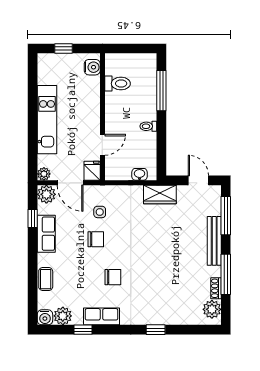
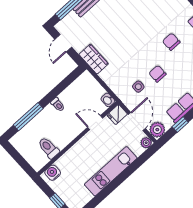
washbasin: (140, 174) -> (108, 100), moved

